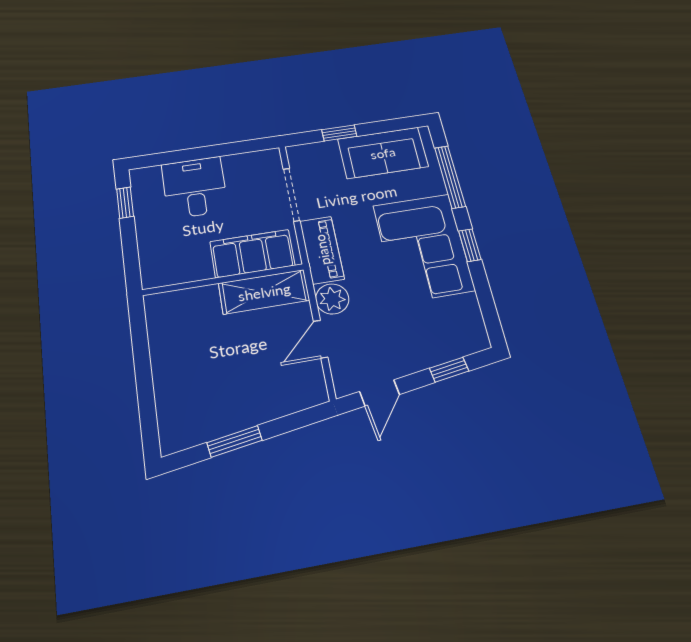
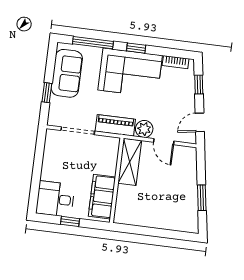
desk: (195, 187) -> (55, 199), moved
window: (125, 203) -> (70, 221), moved
filing cabinet: (252, 254) -> (102, 197), moved
bookcase: (473, 317) -> (176, 62), added
door: (379, 393) -> (200, 122), swing flipped

